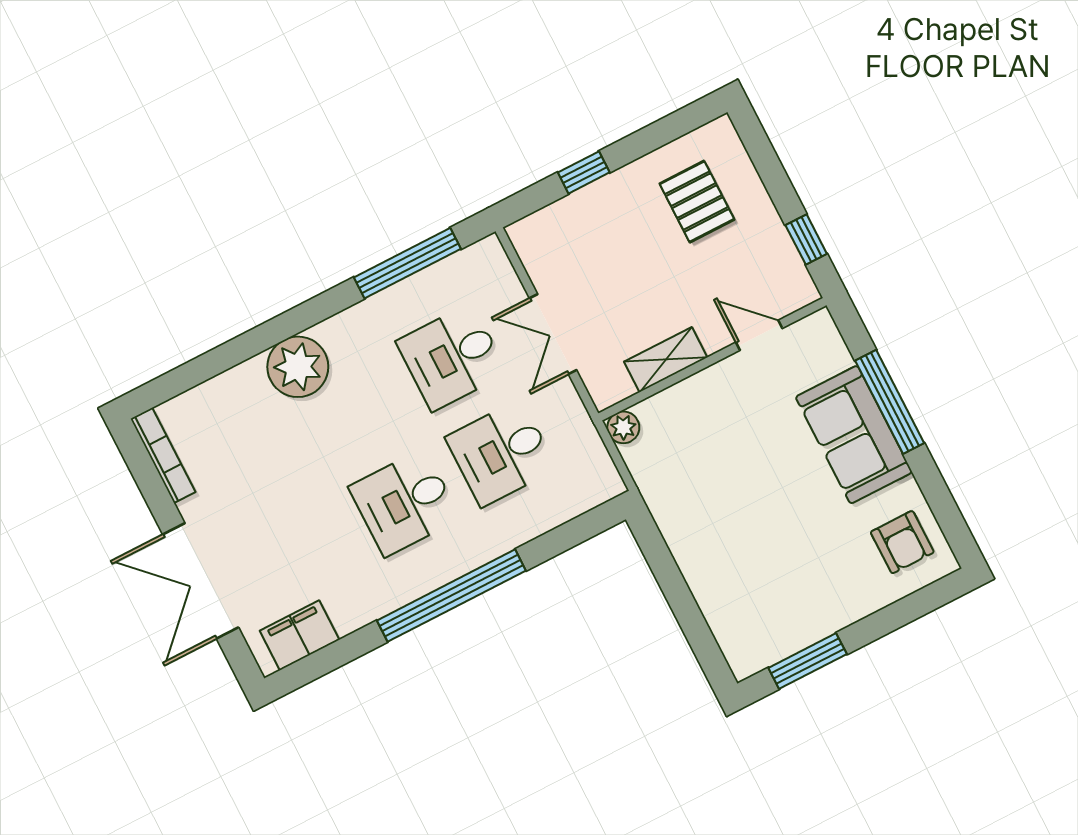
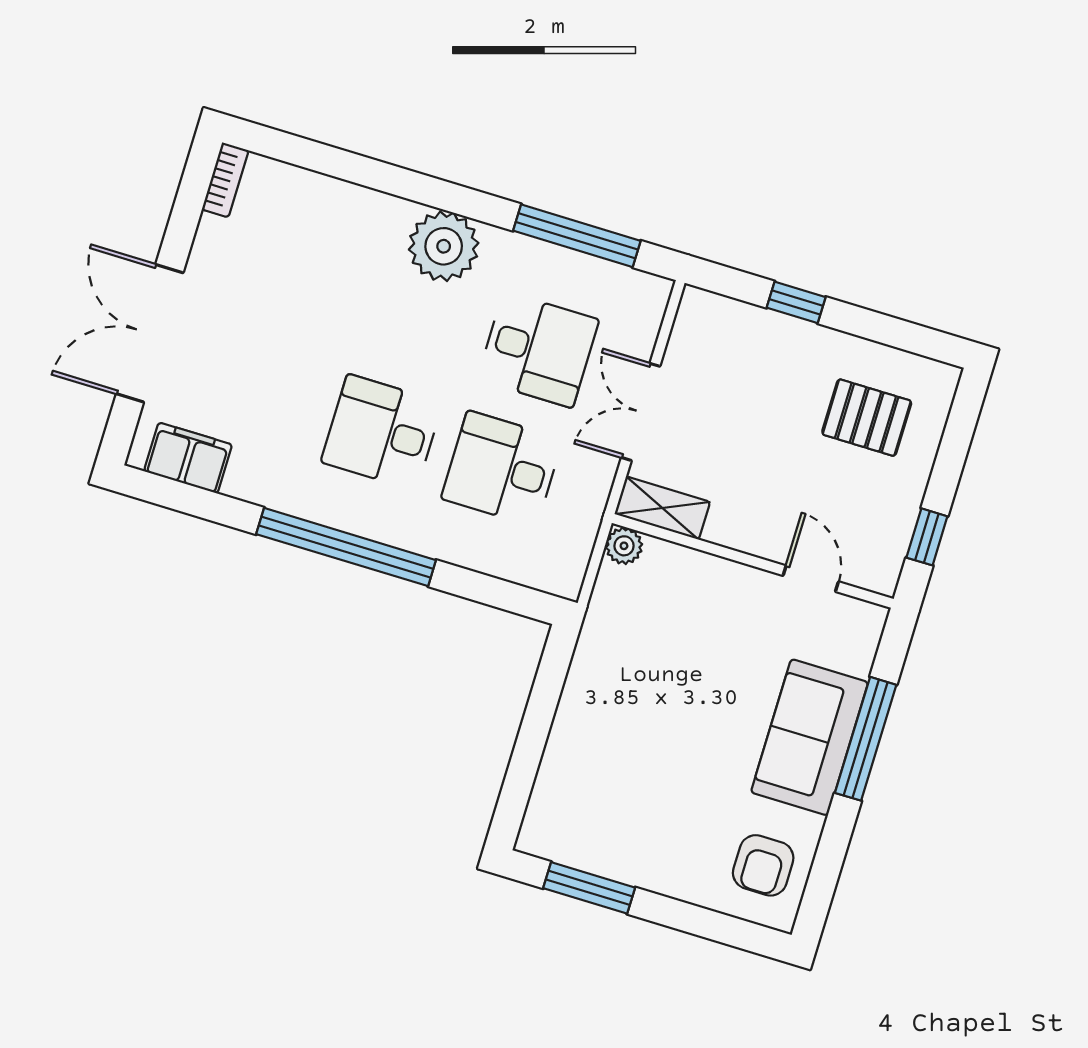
pallet: (697, 202) -> (867, 418), turned 90
desk: (452, 357) -> (538, 350), turned 180
shelving: (666, 360) -> (662, 508), moved
plant: (298, 367) -> (444, 246), moved
bookcase: (163, 455) -> (225, 180), width x0.64

